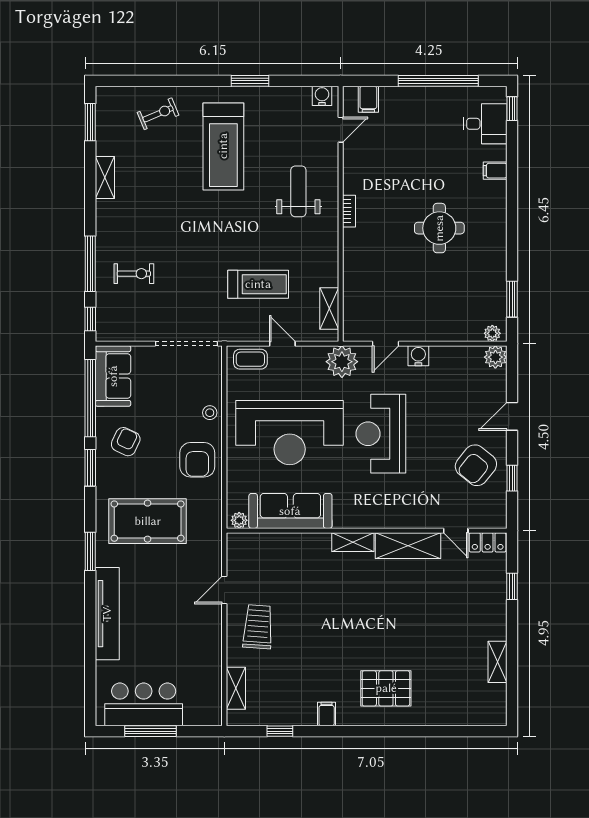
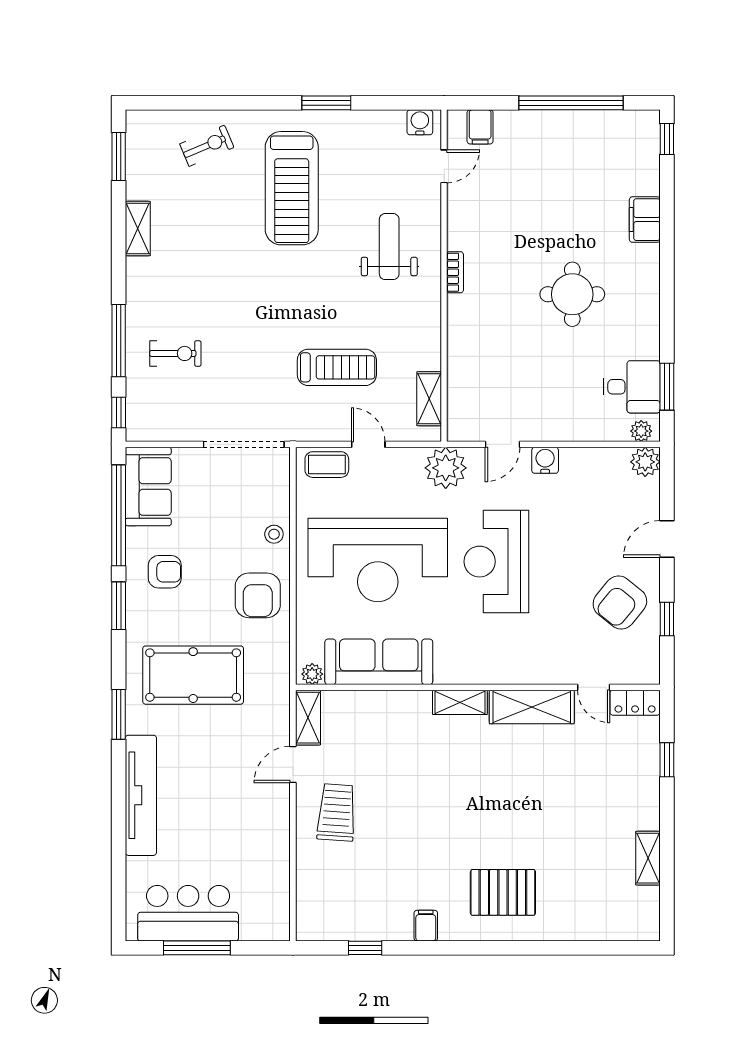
desk: (485, 124) -> (632, 387), moved
filing cabinet: (495, 171) -> (645, 220), width x2.00
armchair: (126, 442) -> (165, 572), turned 65
shelving: (236, 688) -> (308, 718), moved

